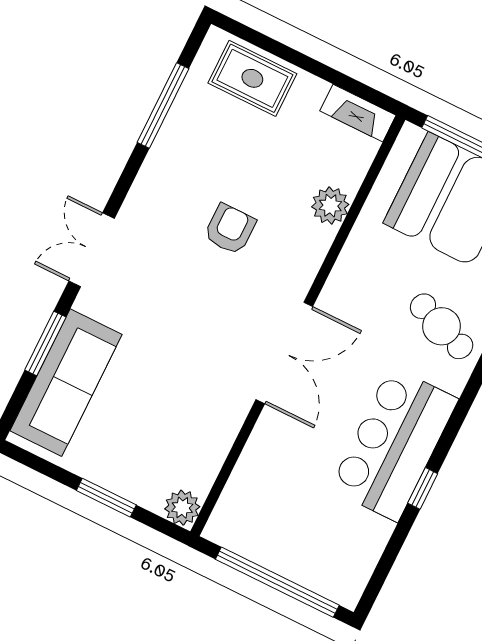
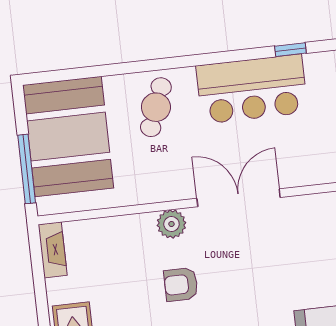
plant: (330, 206) -> (171, 224), moved
window: (423, 488) -> (290, 50), moved

